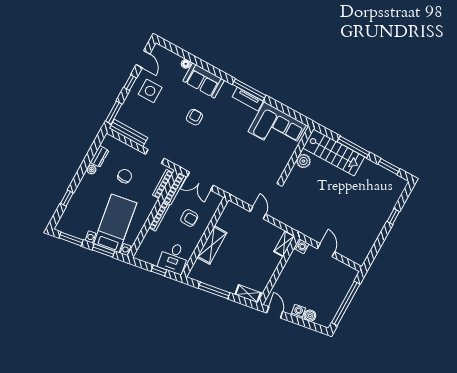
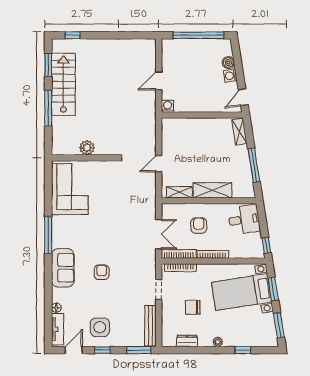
sofa: (204, 81) -> (63, 268), moved
tv unit: (248, 99) -> (58, 329), moved
armchair: (194, 117) -> (102, 272), turned 90
stairs: (334, 152) -> (63, 84), moved
plant: (91, 170) -> (218, 342), moved
window: (393, 216) -> (73, 35), moved
shelving: (284, 244) -> (179, 192), moved
window: (159, 271) -> (266, 245), moved

